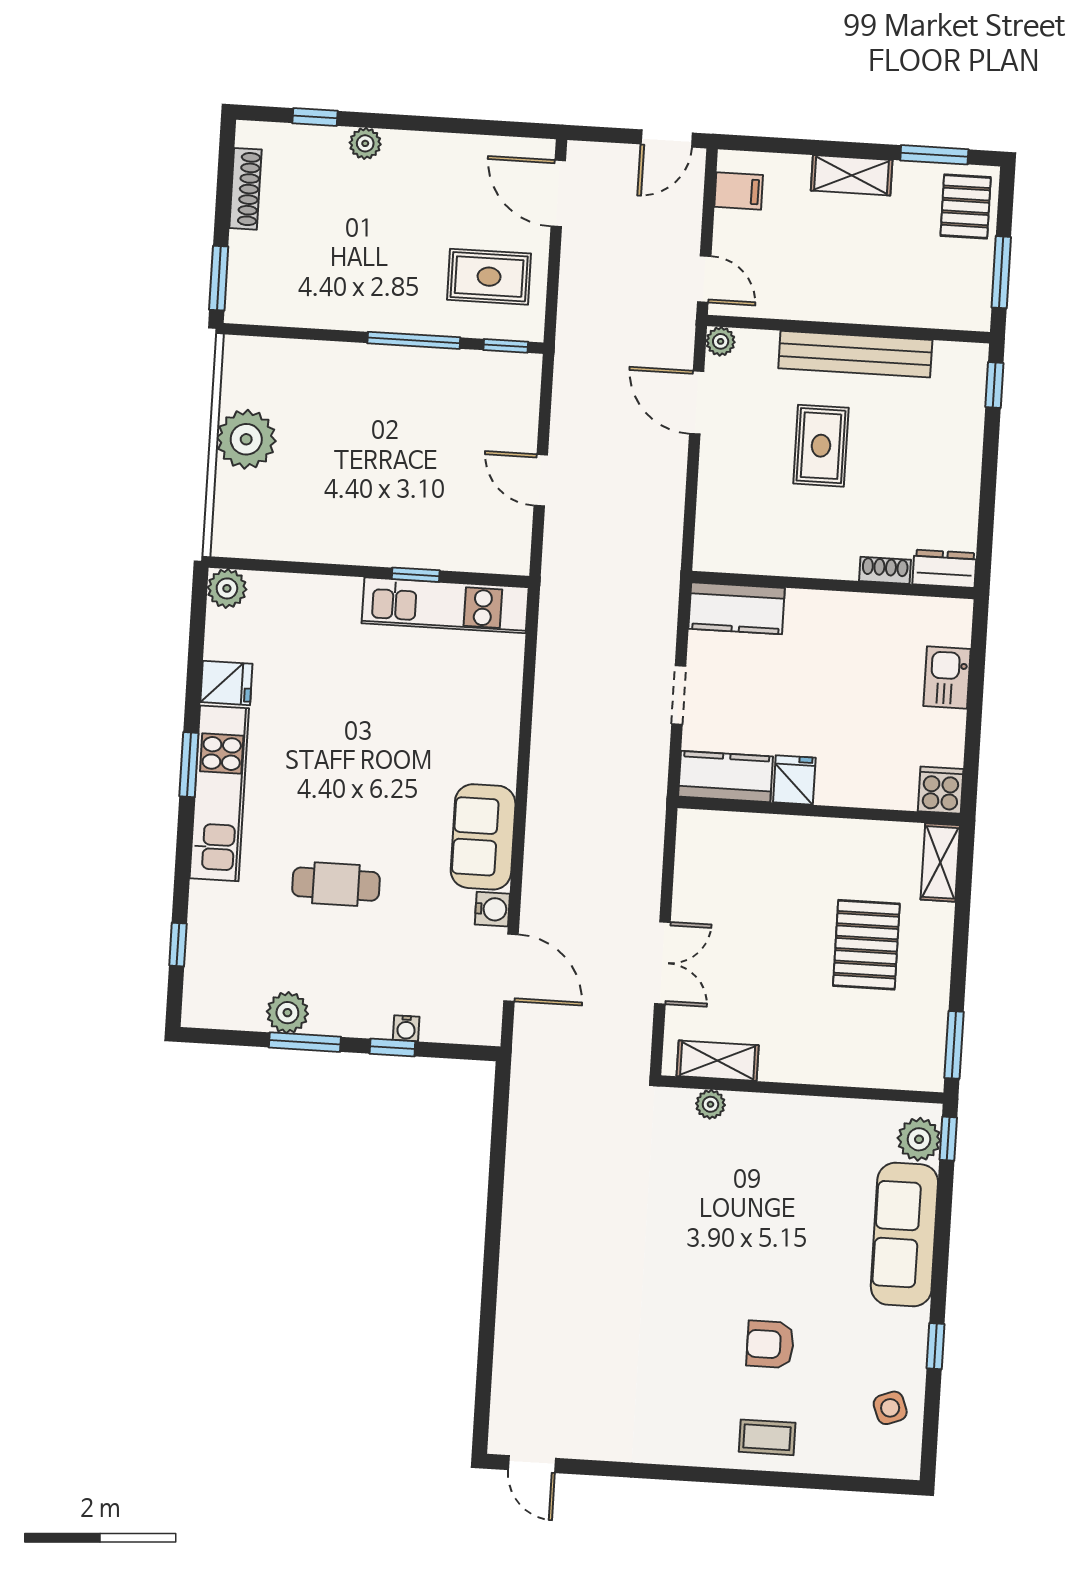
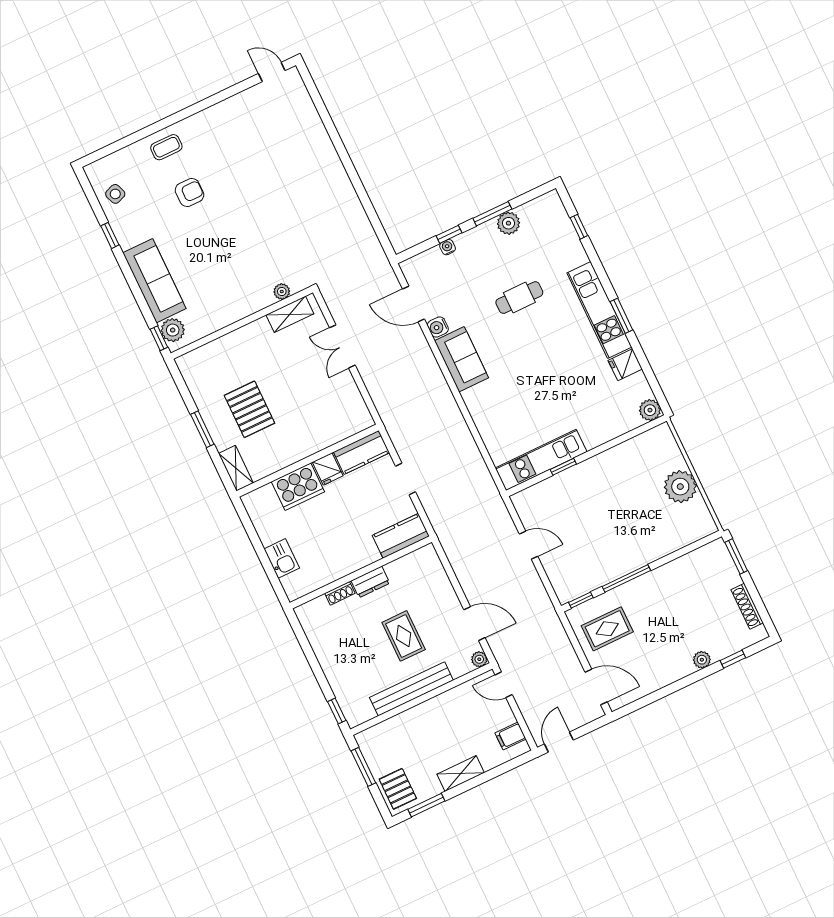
dresser: (944, 569) -> (370, 582), moved
cooker: (941, 790) -> (298, 487), moved, width x1.87, depth x1.31
window: (954, 1045) -> (202, 429), moved

